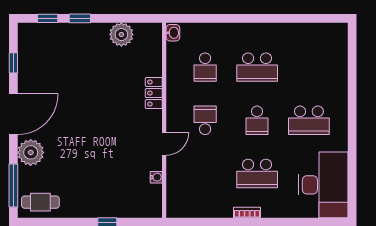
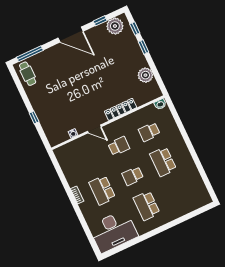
locker: (154, 93) -> (121, 109), width x1.53
plant: (31, 152) -> (115, 26), moved

